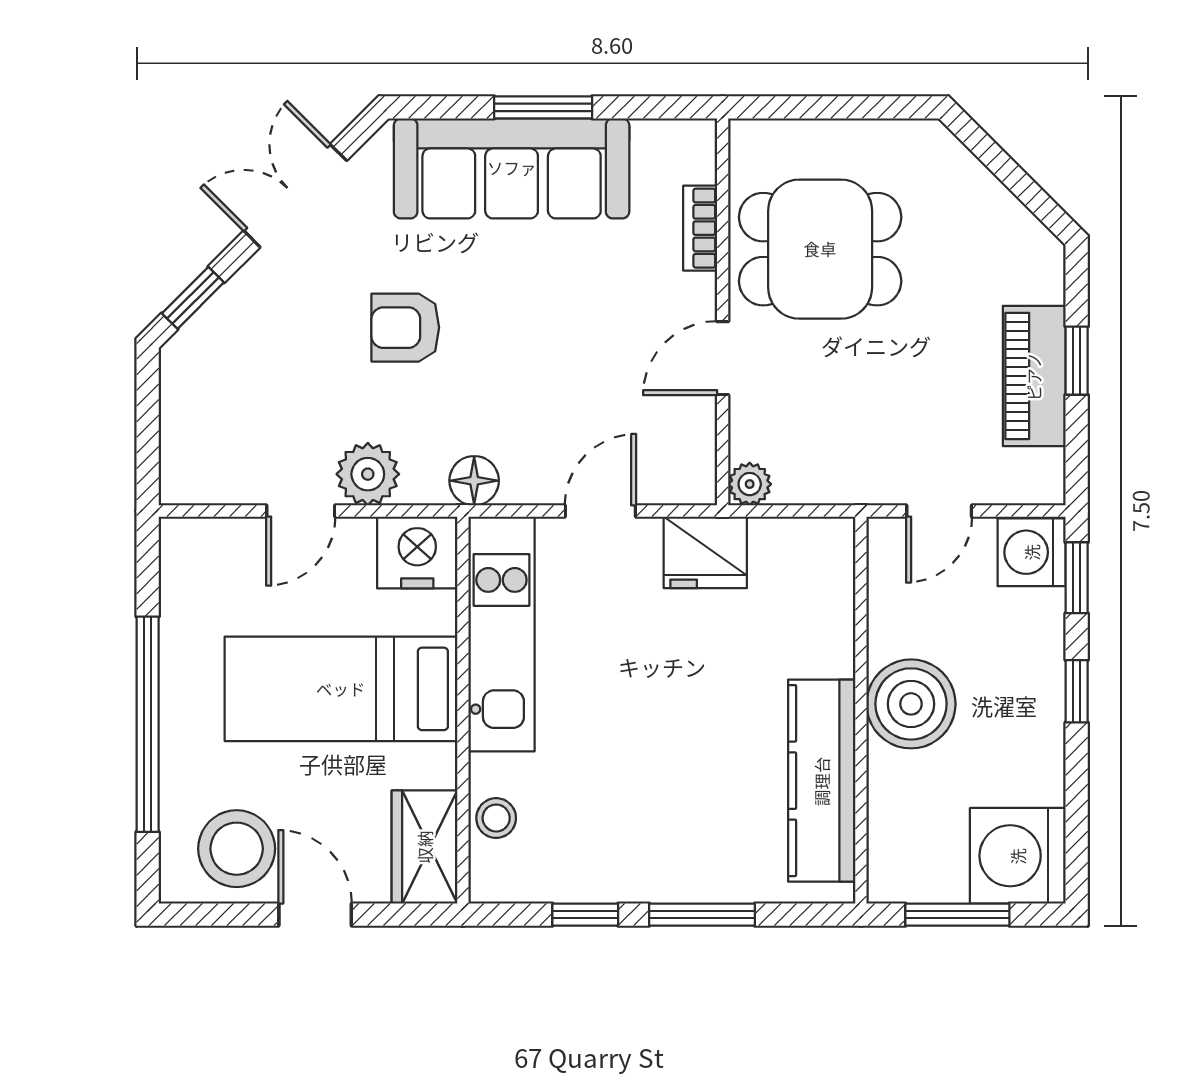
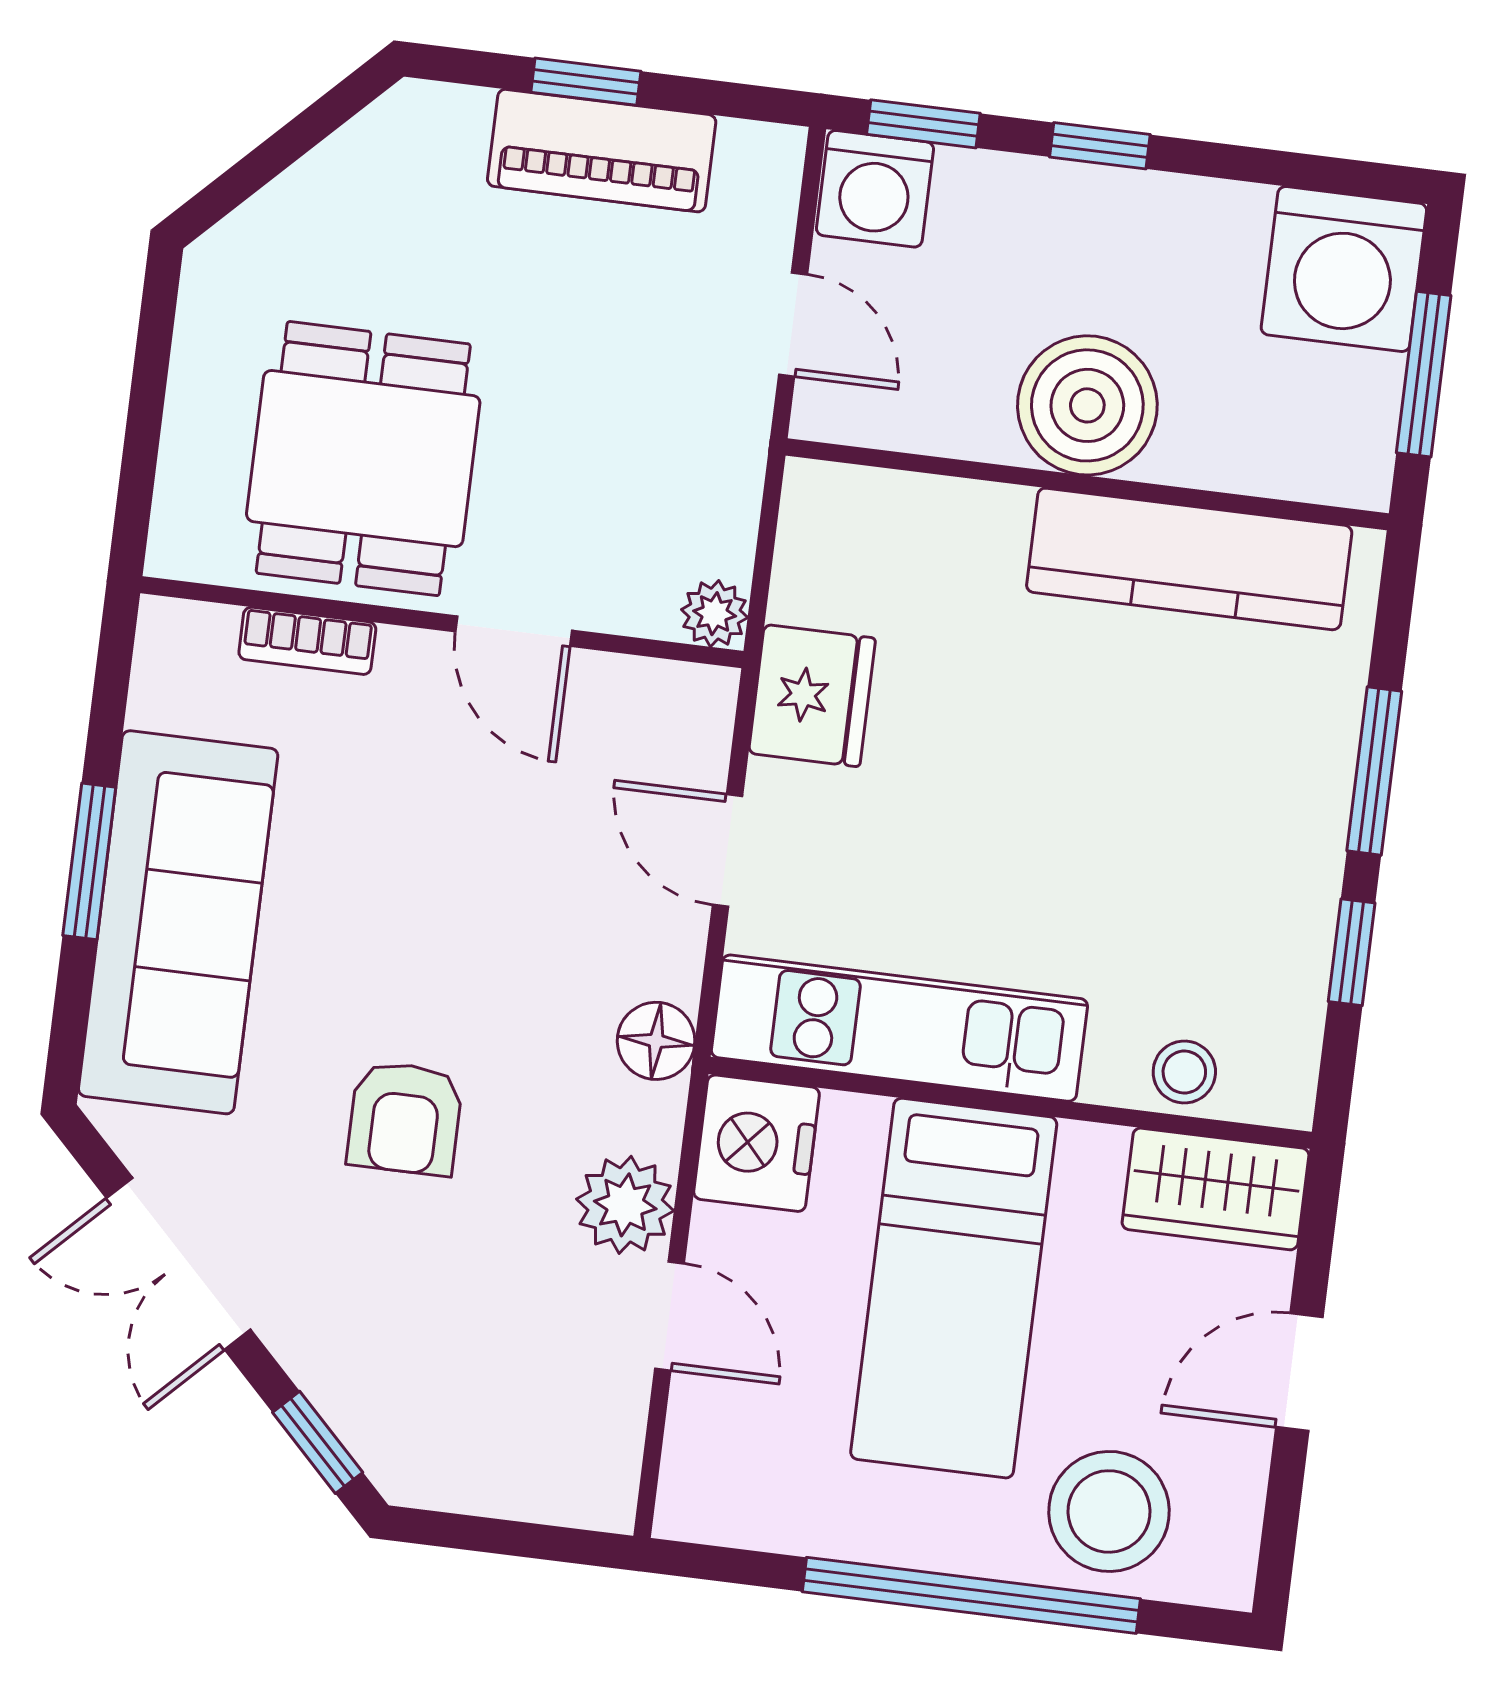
stool: (237, 849) -> (1109, 1511), moved

